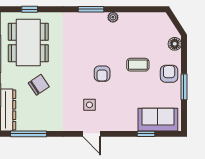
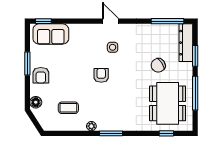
coffee table: (138, 65) -> (68, 108), moved
window: (146, 134) -> (43, 21), moved

